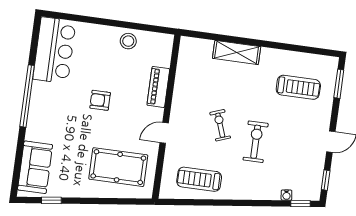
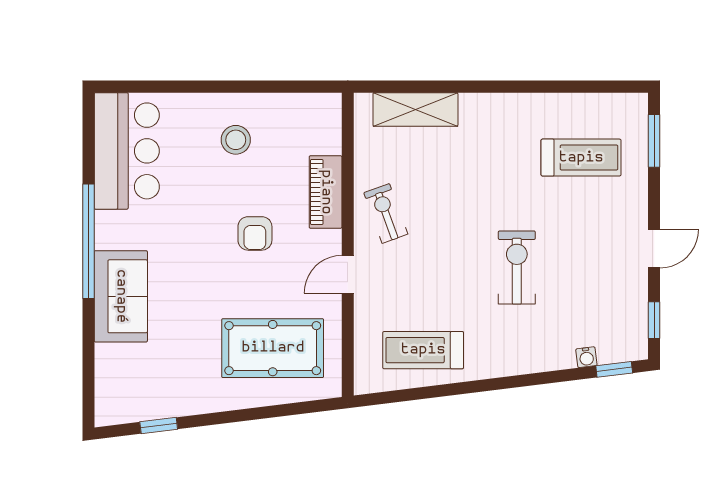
stool: (128, 41) -> (236, 140), moved
shelving: (237, 52) -> (415, 109), moved
armchair: (100, 100) -> (255, 233), moved, turned -90
exercise bike: (220, 125) -> (386, 213), moved
sofa: (35, 167) -> (121, 296), moved

